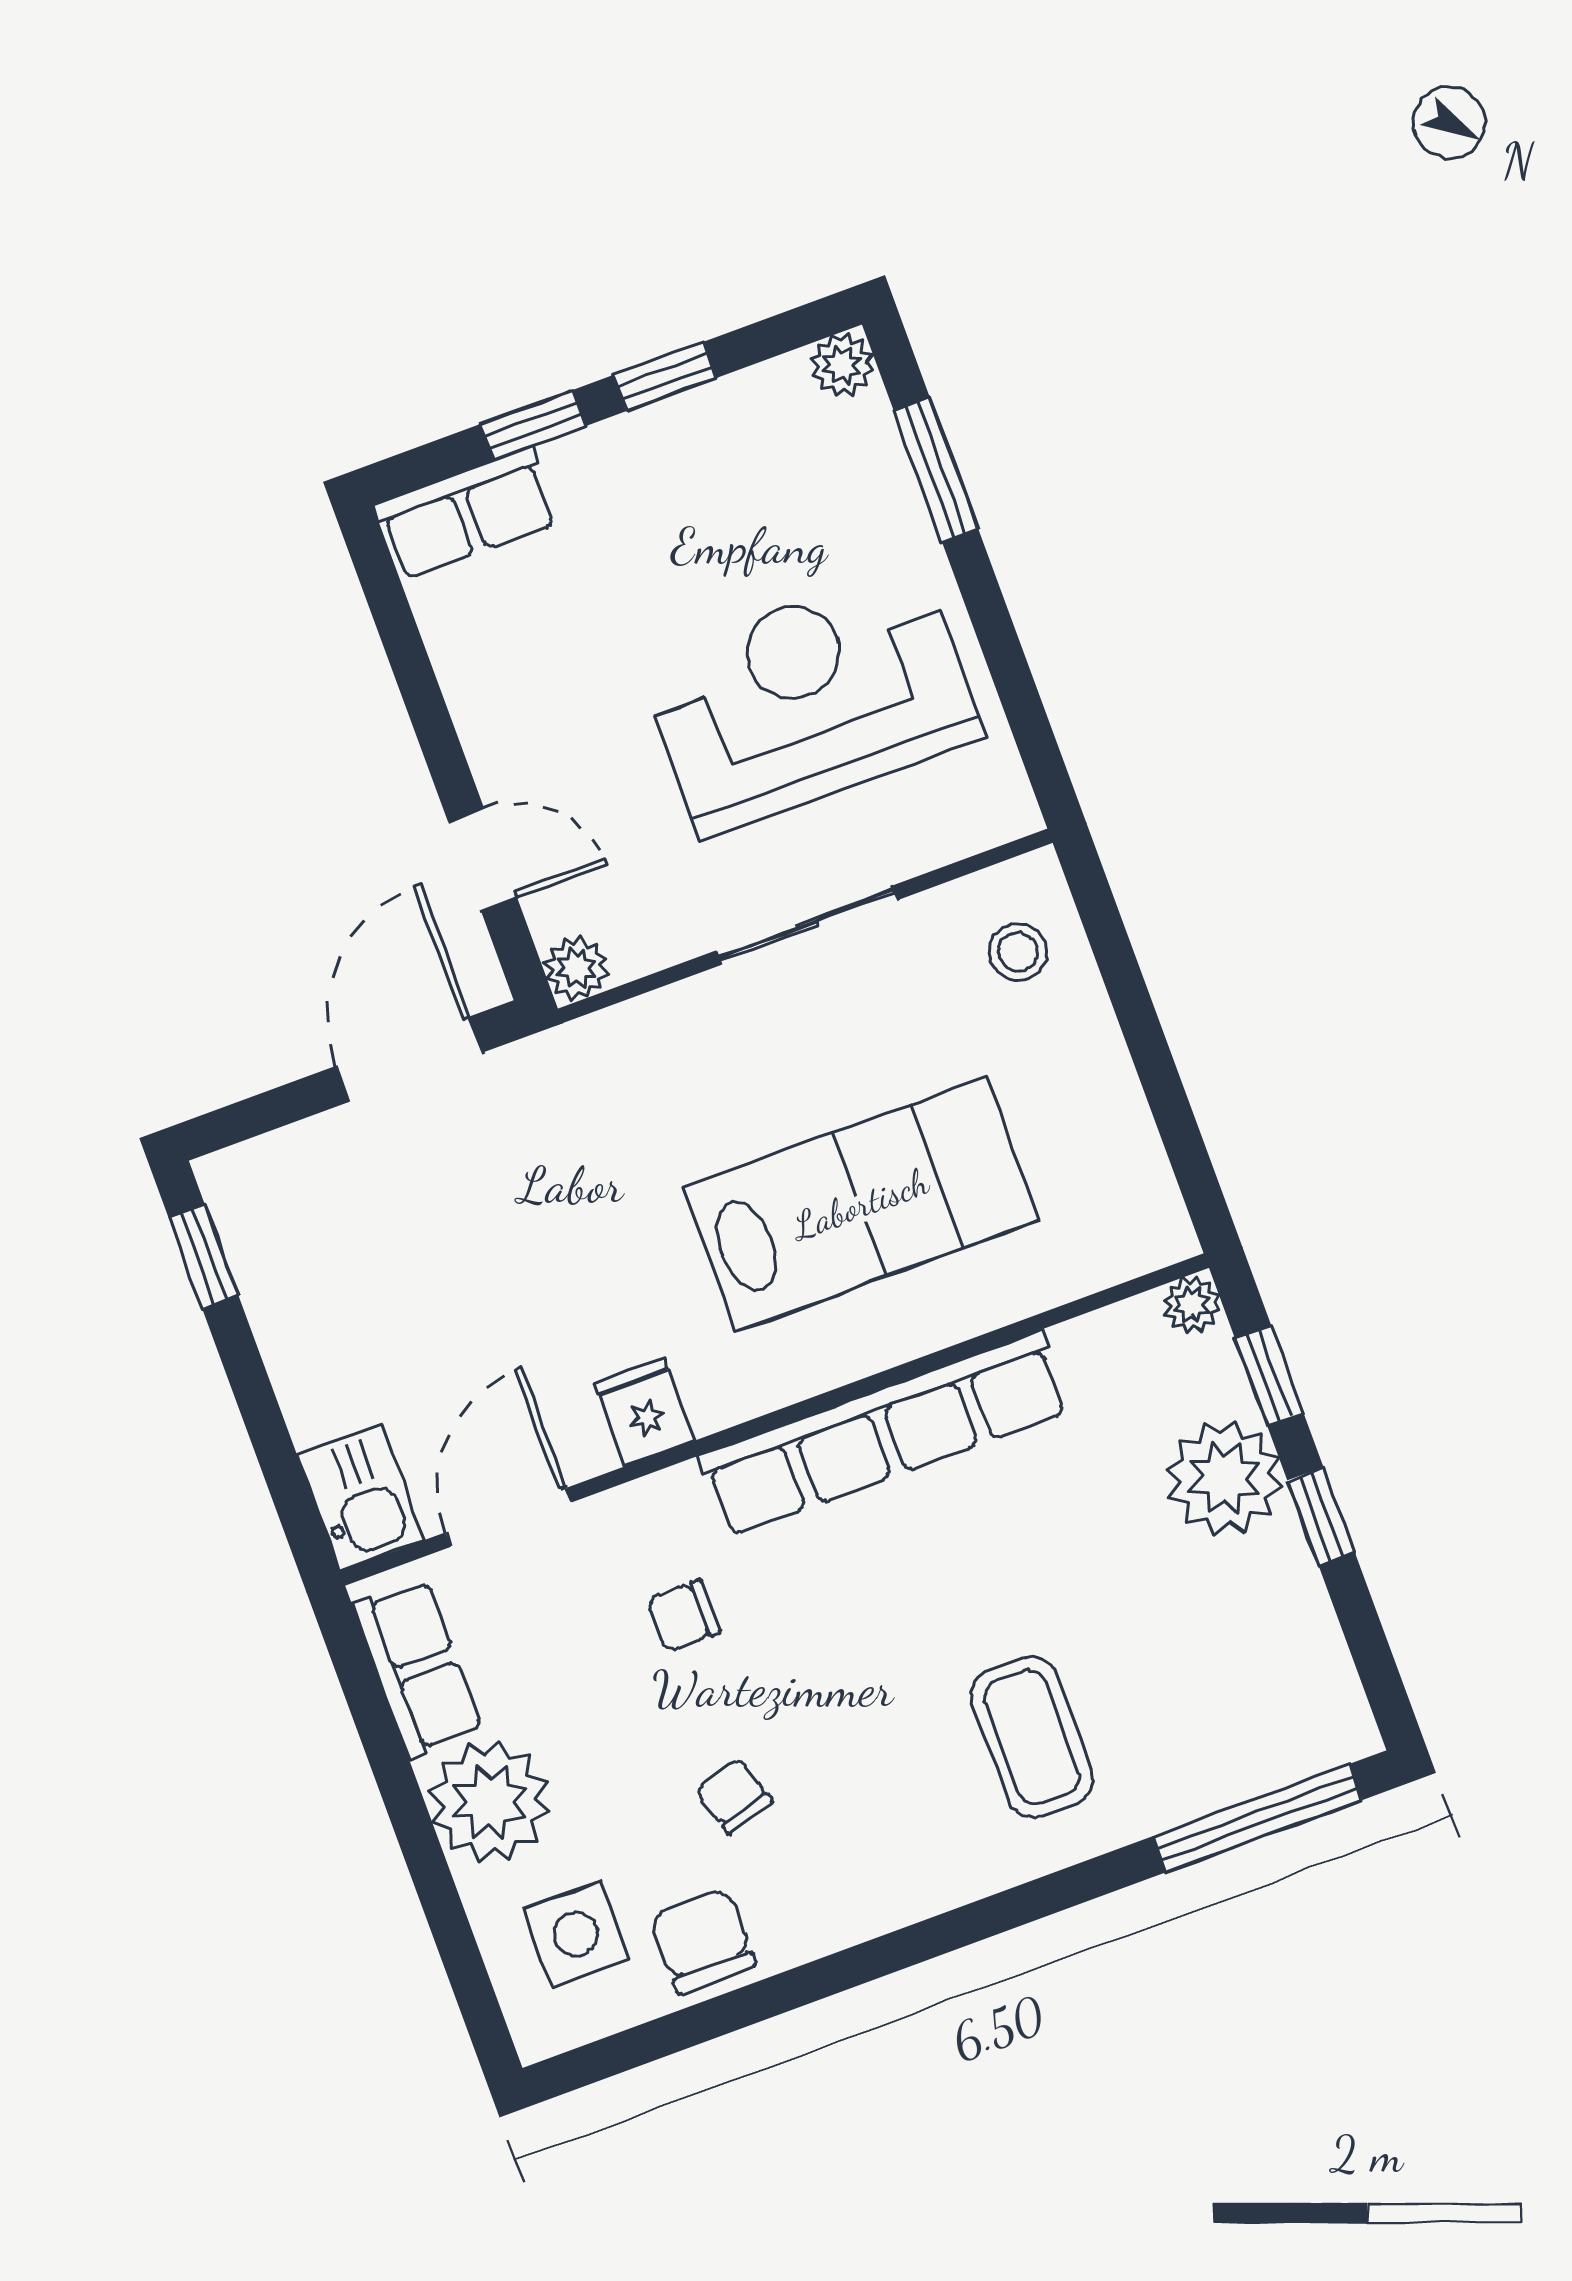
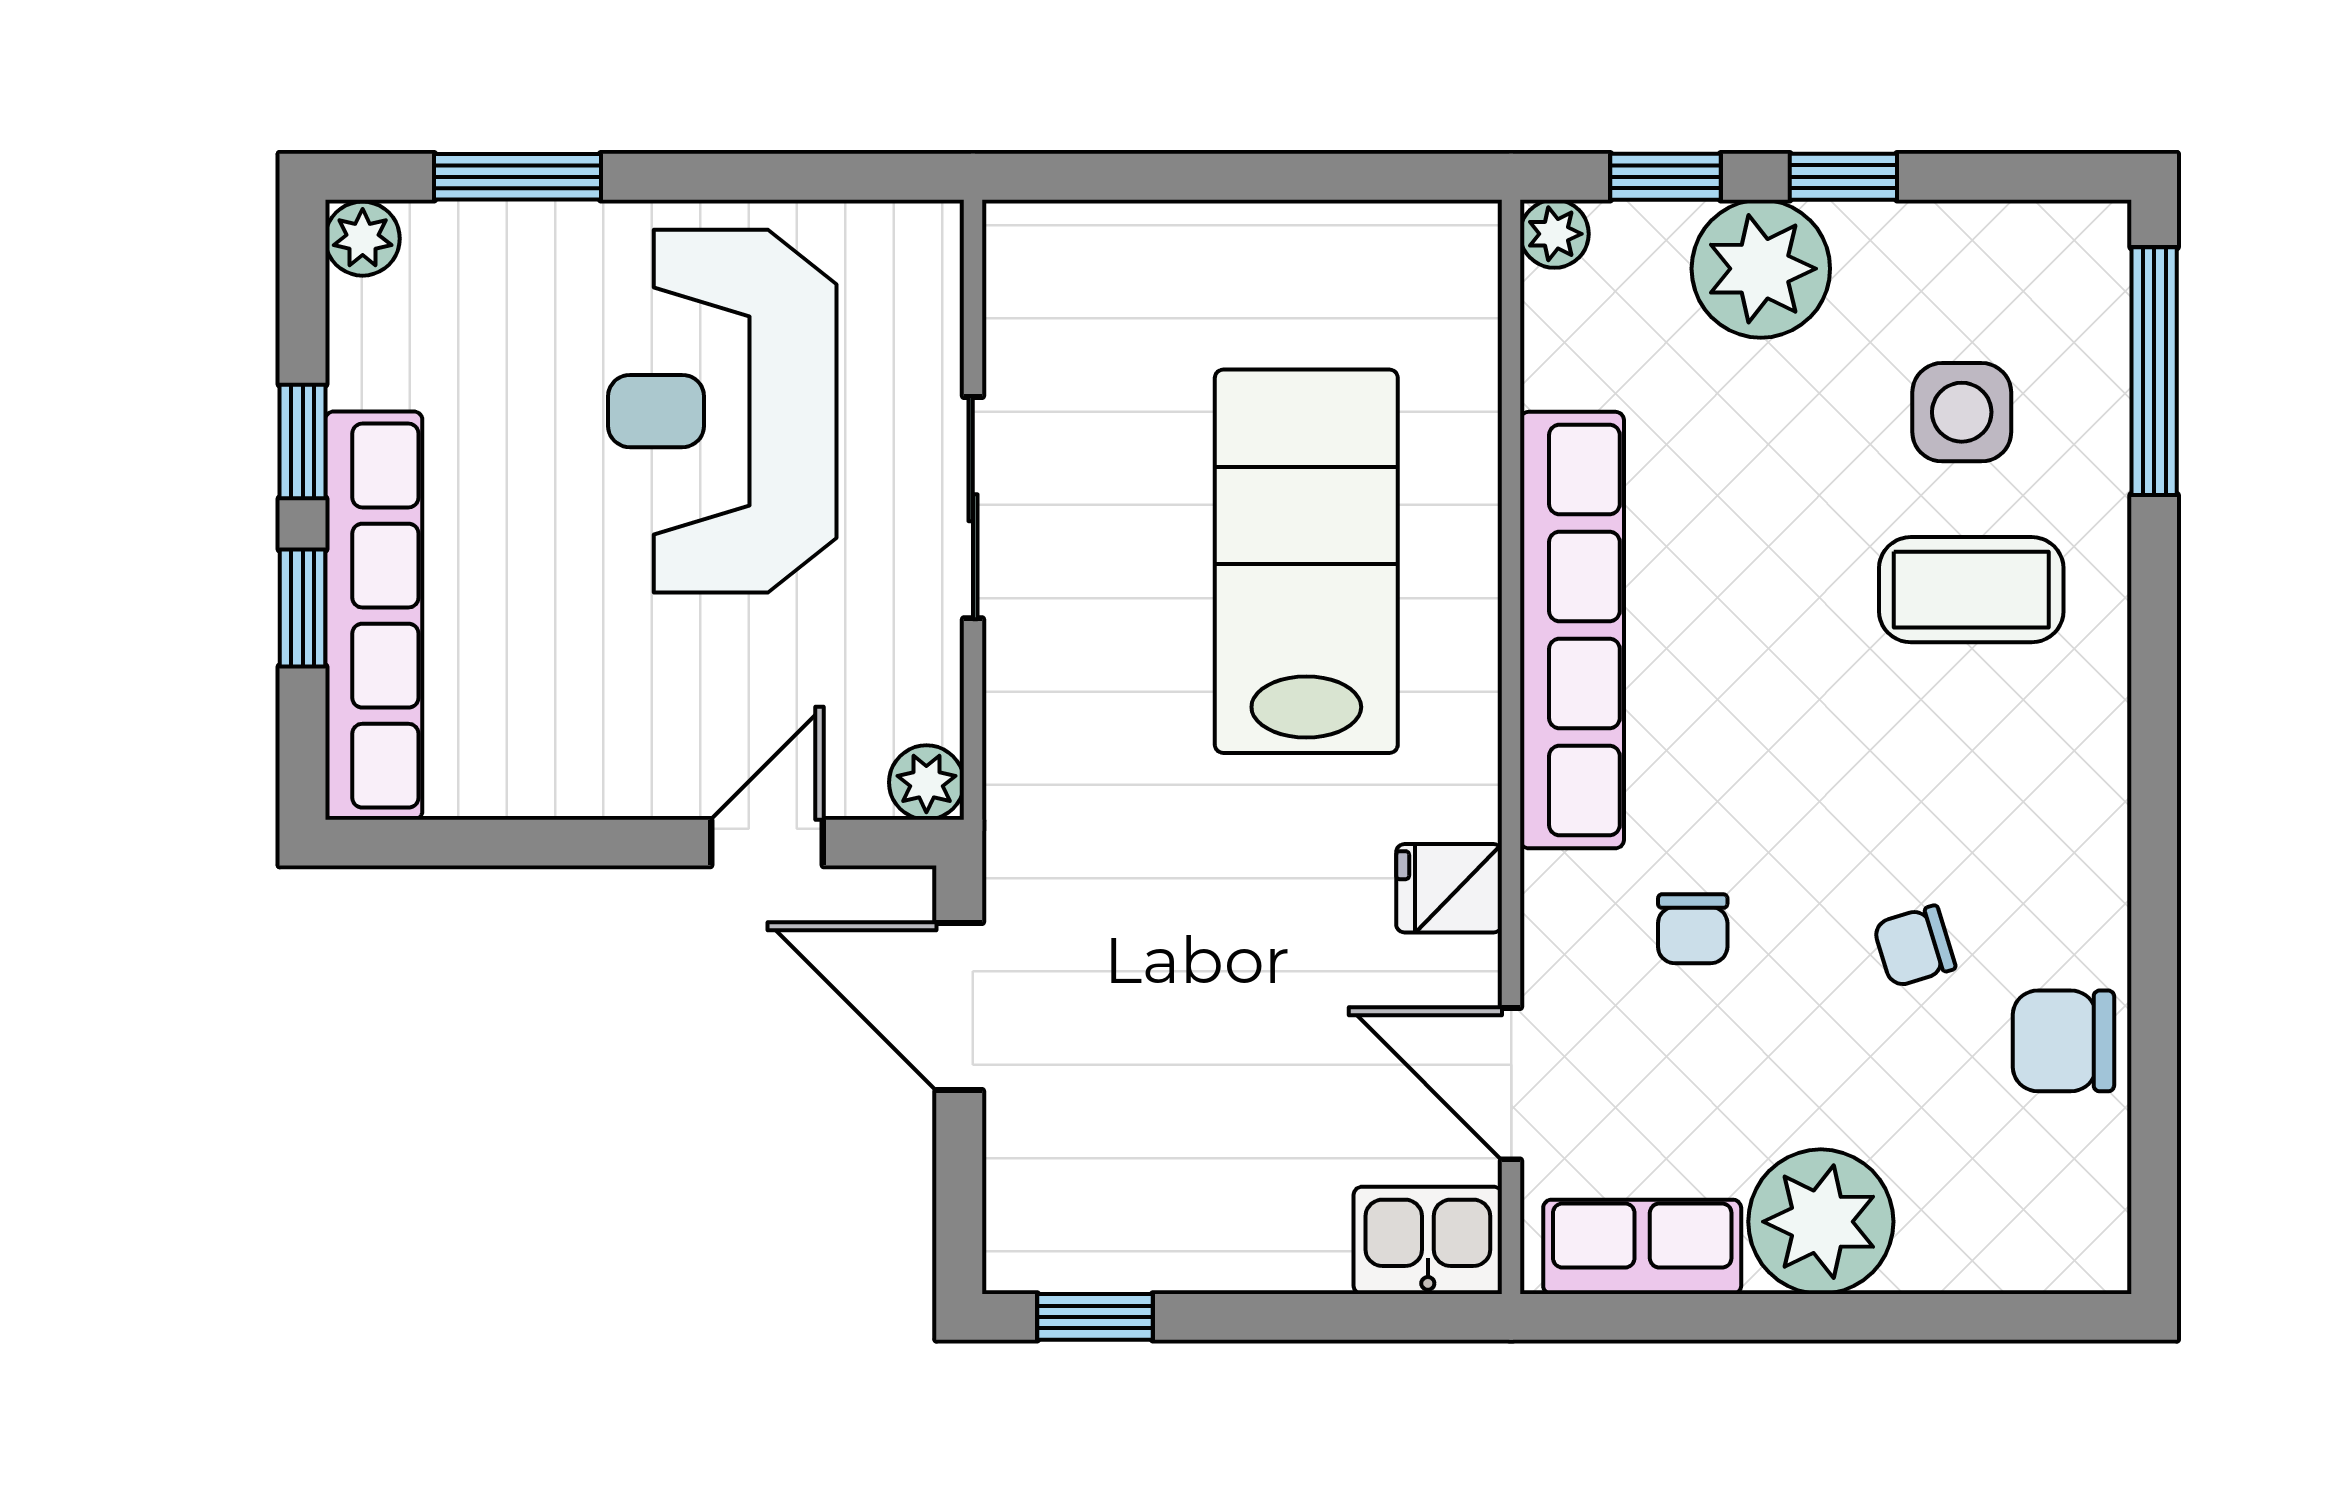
row of seats: (466, 513) -> (374, 616), width x2.02
stool: (1018, 952) -> (1090, 283), removed
side table: (576, 1934) -> (1962, 412), moved

